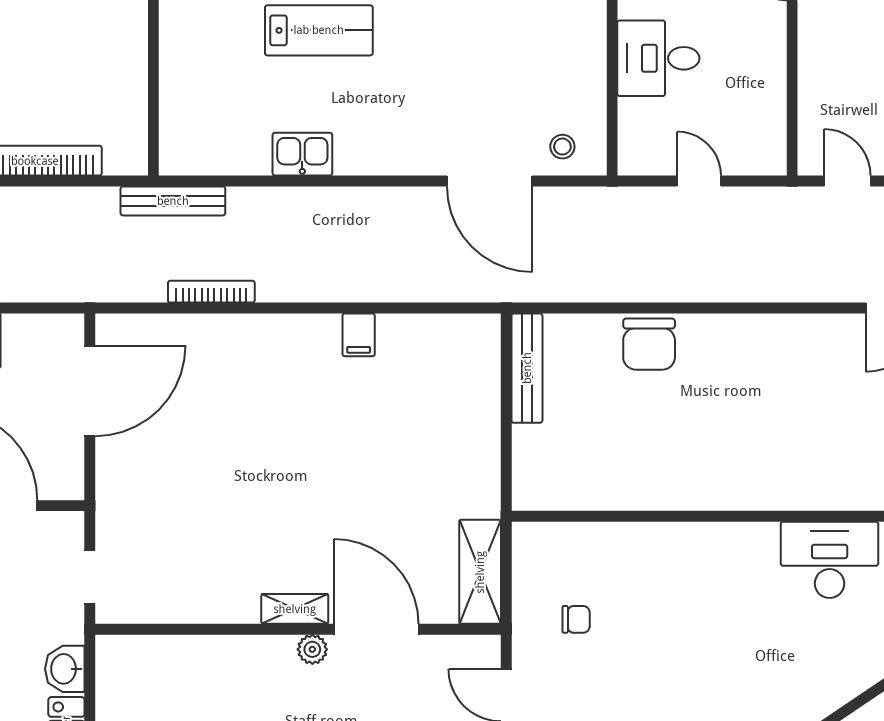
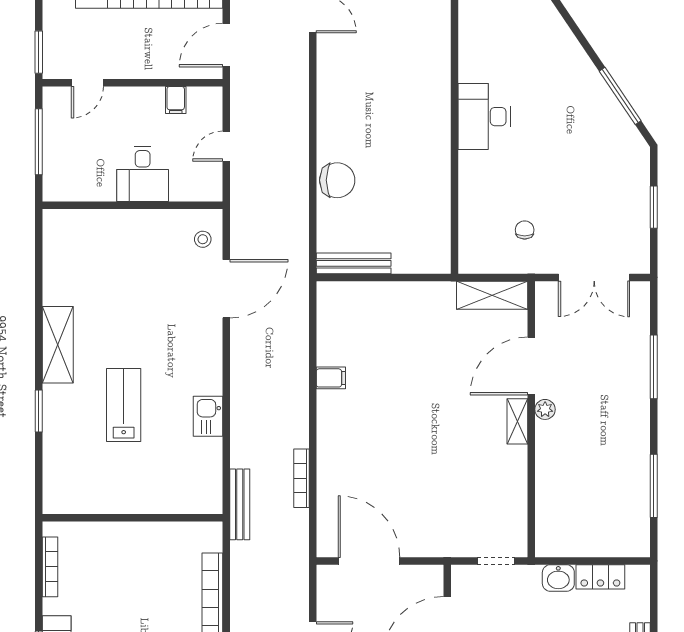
filing cabinet: (767, 107) -> (176, 100), added
door: (848, 181) -> (226, 45), width x1.38
desk: (830, 560) -> (484, 117), moved

